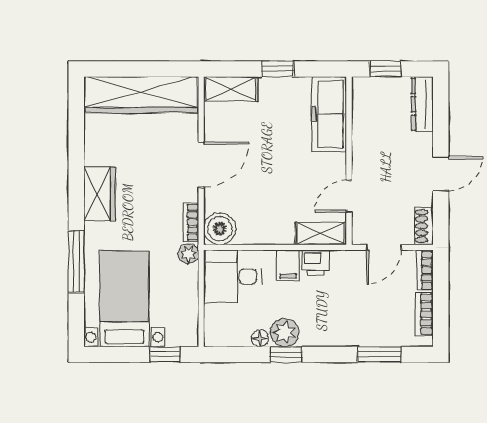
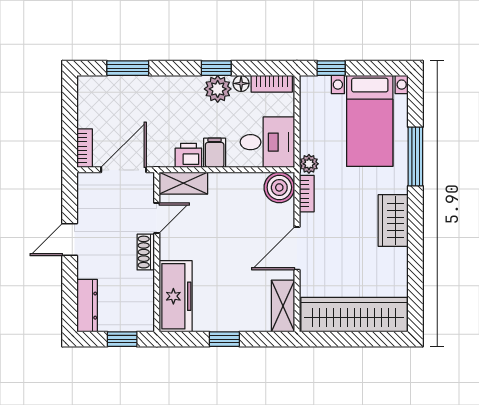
shelving: (231, 89) -> (283, 306), moved, turned 90
shoe rack: (424, 226) -> (146, 252), moved, turned 180
door: (384, 247) -> (124, 170), width x1.38
bookcase: (424, 314) -> (272, 84), moved, turned 90

